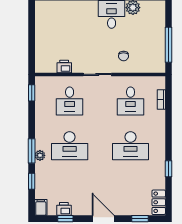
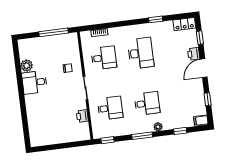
desk: (70, 146) -> (147, 103), width x0.73
window: (32, 151) -> (142, 136), moved
printer: (64, 209) -> (194, 54), moved

